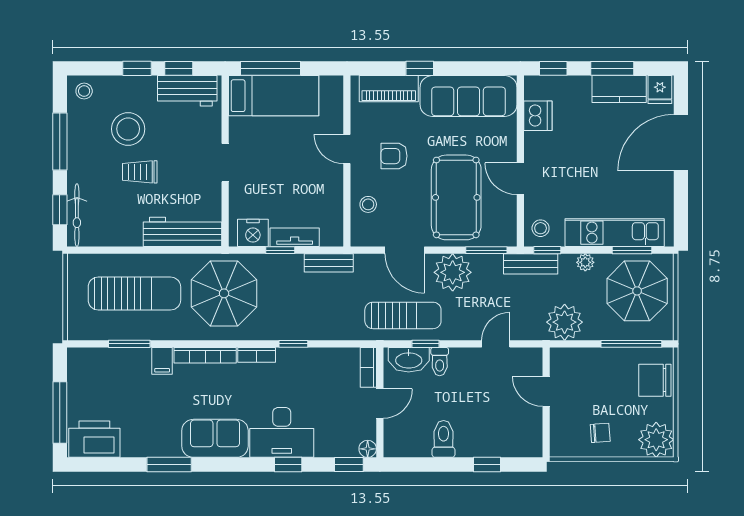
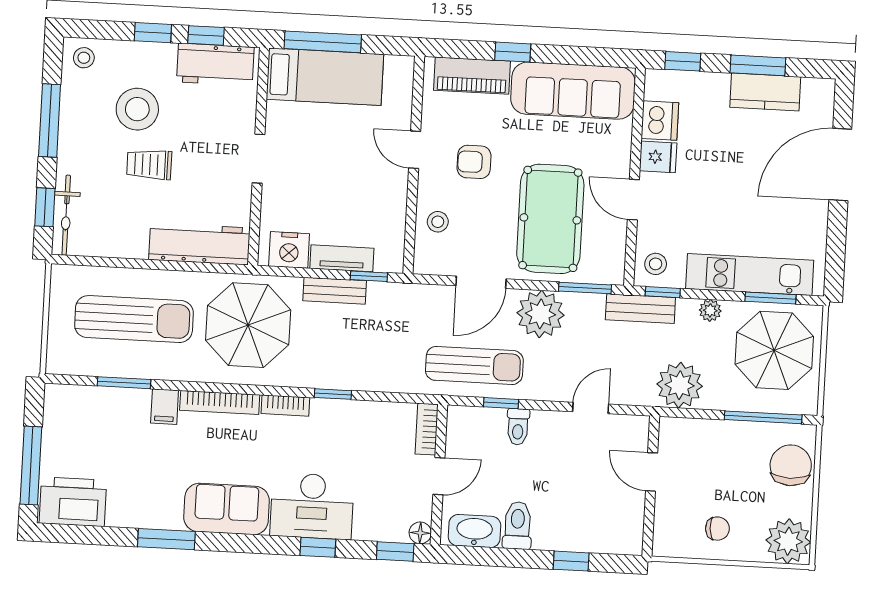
fridge: (660, 89) -> (658, 157), moved, turned -90
window: (280, 250) -> (369, 276), moved
door: (405, 250) -> (481, 282), hinge flipped
bench: (329, 263) -> (335, 291), moved
washbasin: (409, 360) -> (474, 531), moved, turned 180
chair: (655, 380) -> (791, 465), turned 90

